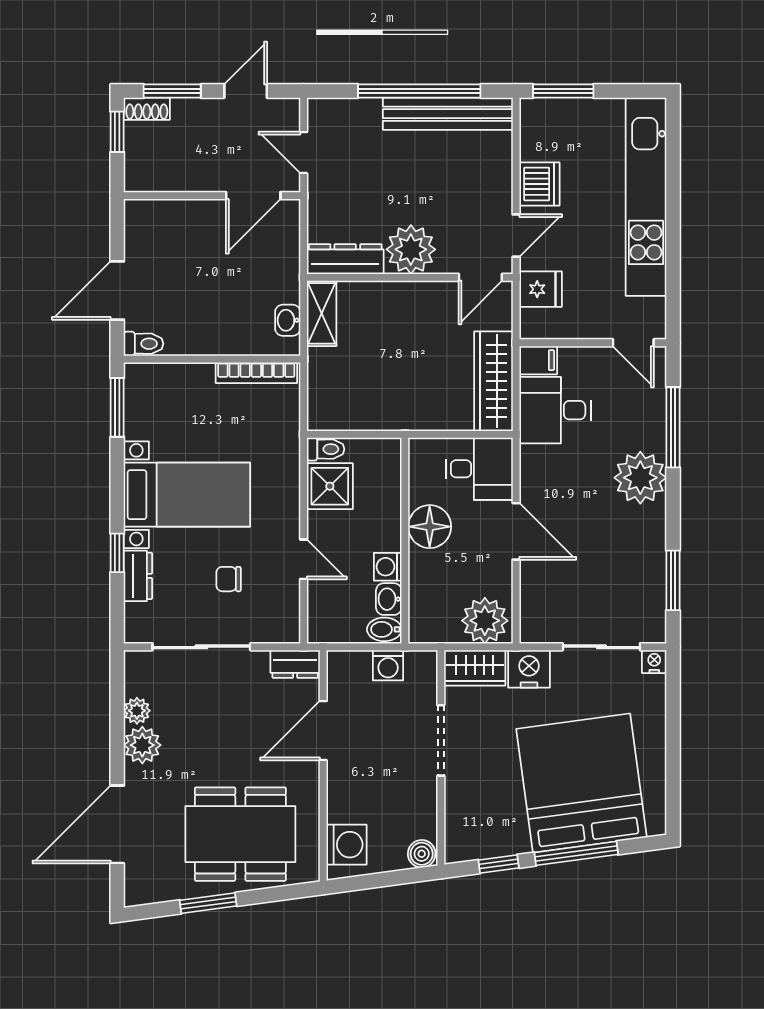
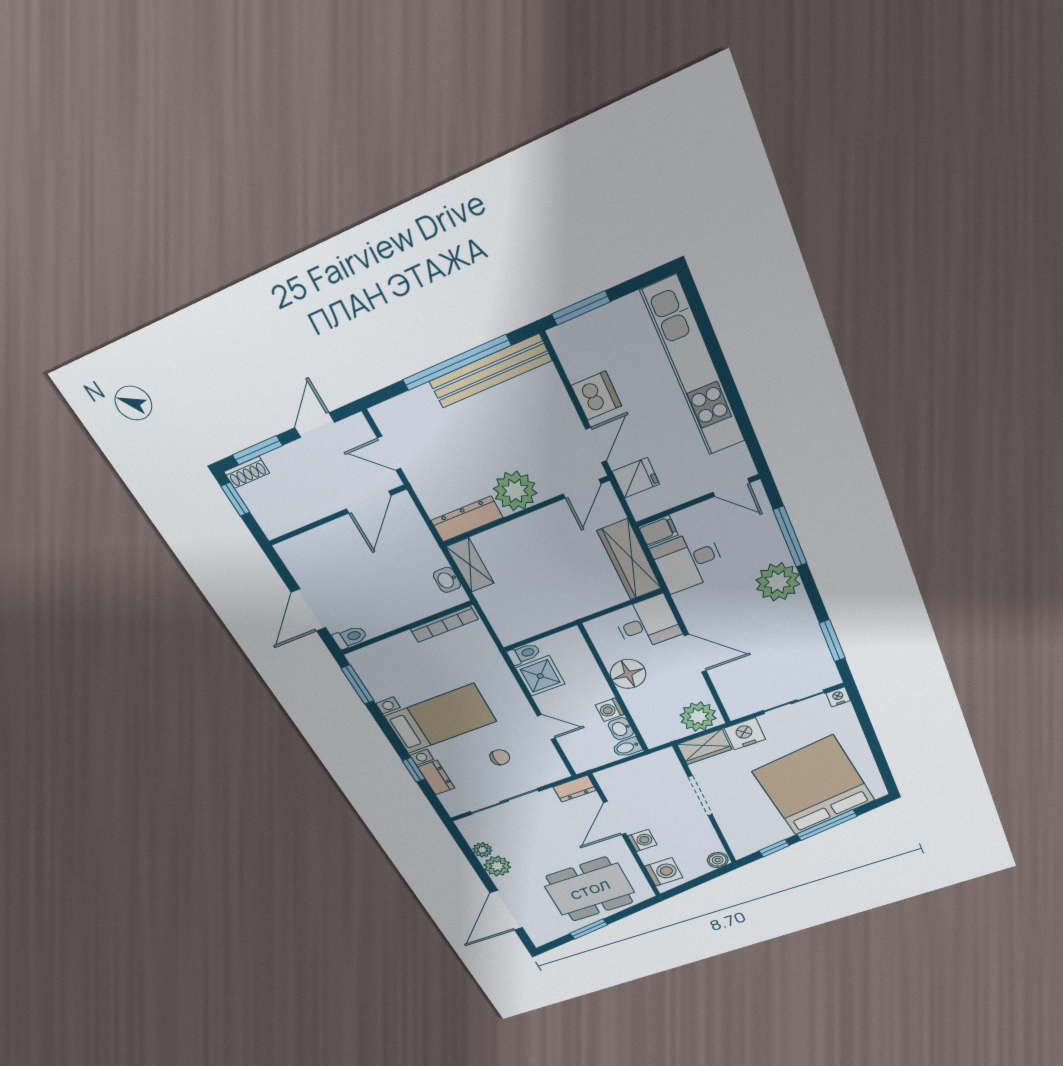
chair: (229, 579) -> (500, 757), turned 180
washing machine: (388, 665) -> (642, 840), moved, turned -90

